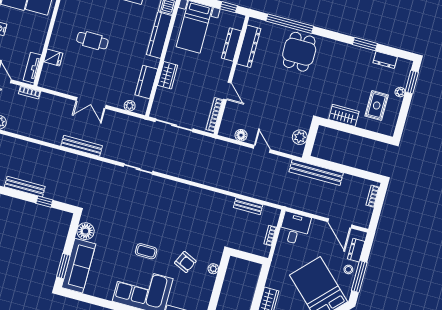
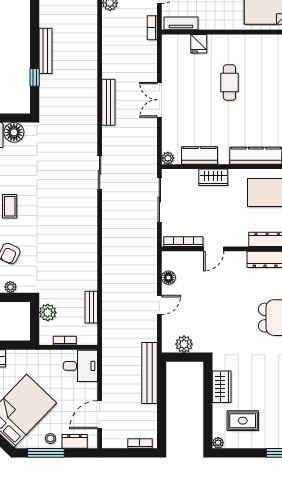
plant: (400, 92) -> (218, 443), moved
plant: (130, 106) -> (168, 158), moved
plant: (243, 243) -> (48, 312), added

